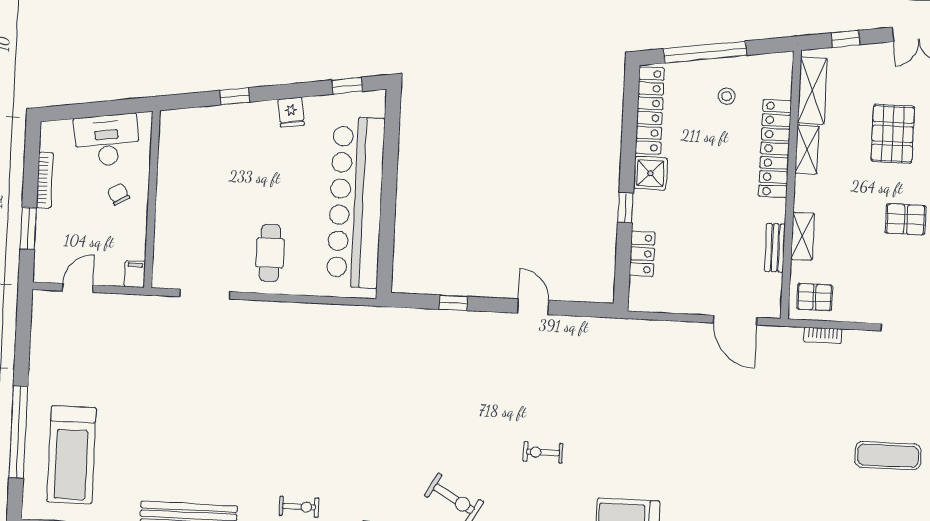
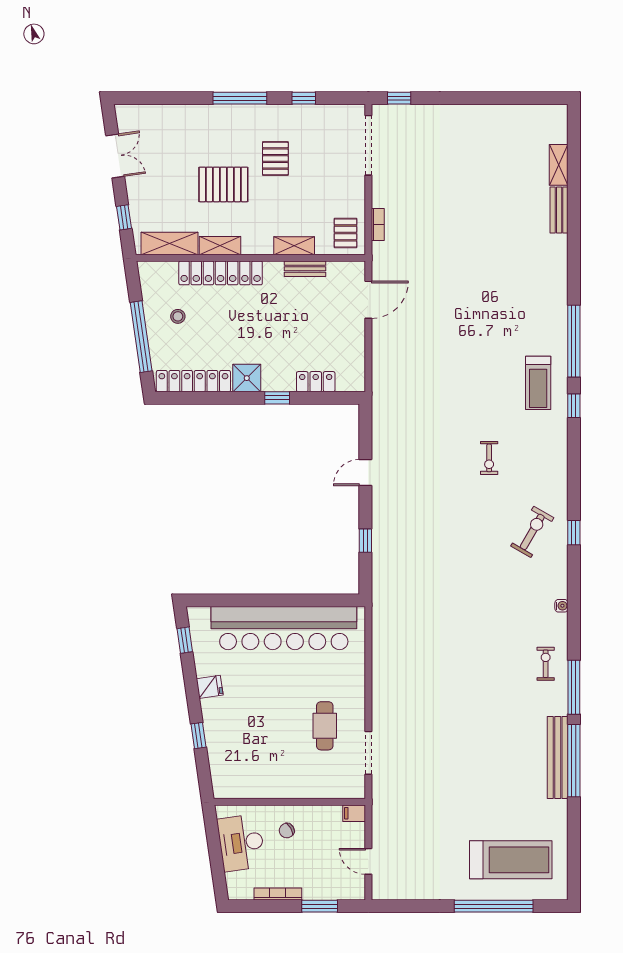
pallet: (893, 134) -> (223, 184), moved
cafe table: (270, 253) -> (325, 726), moved, turned 90
exercise mat: (888, 456) -> (478, 164), removed

